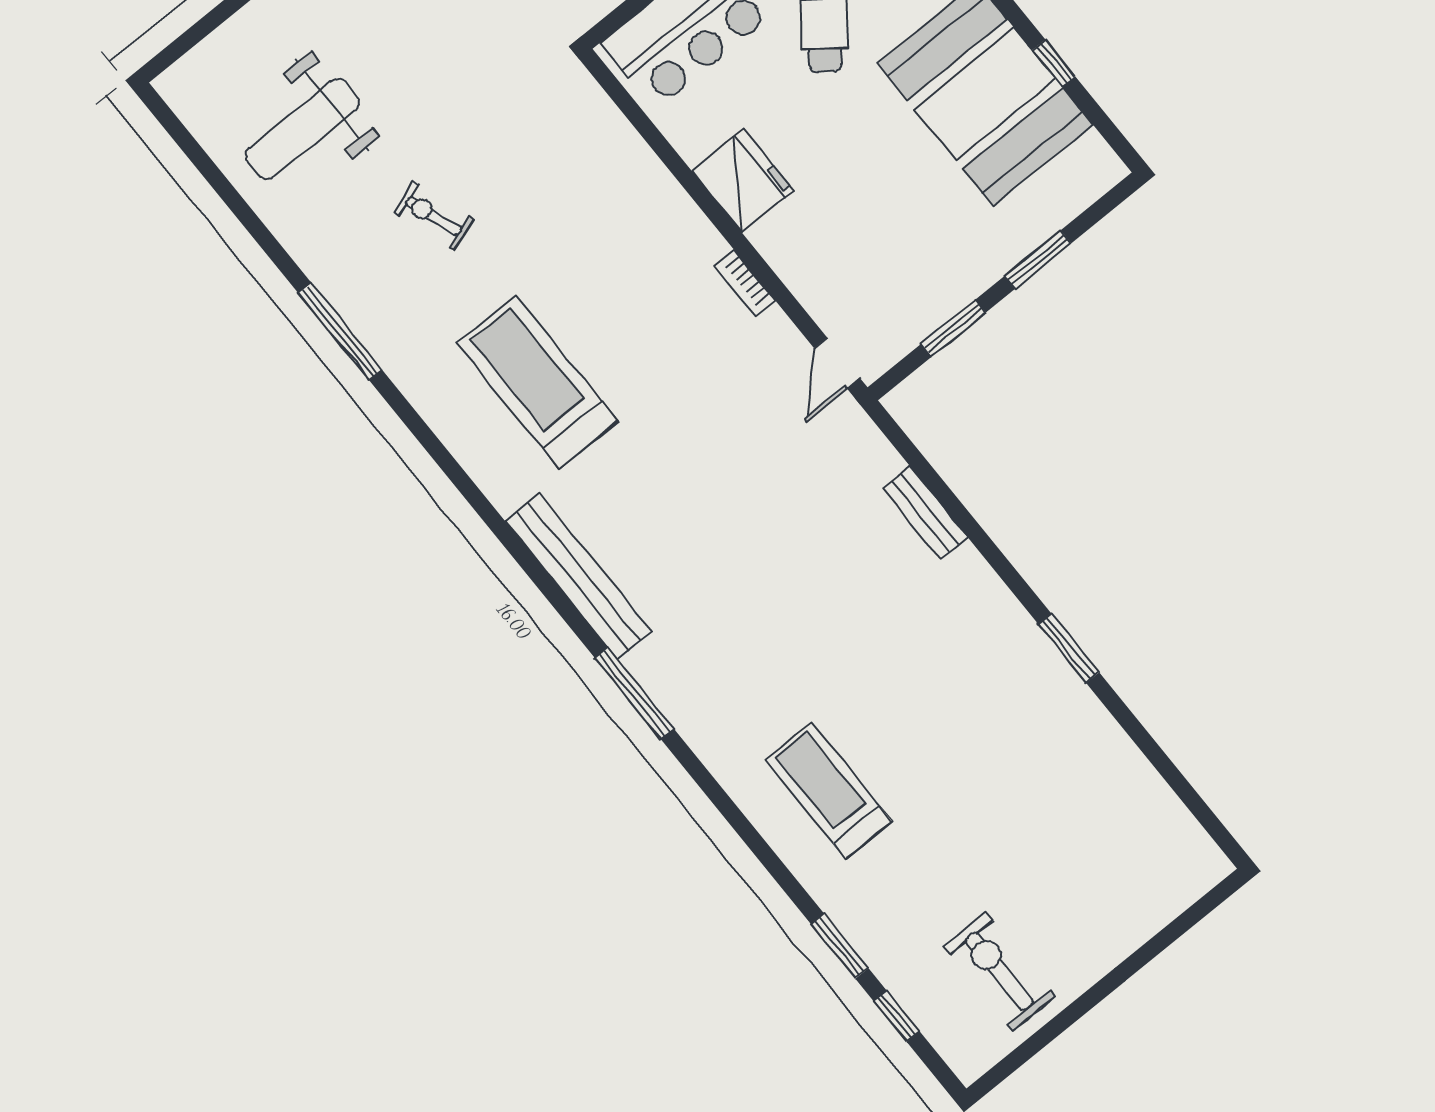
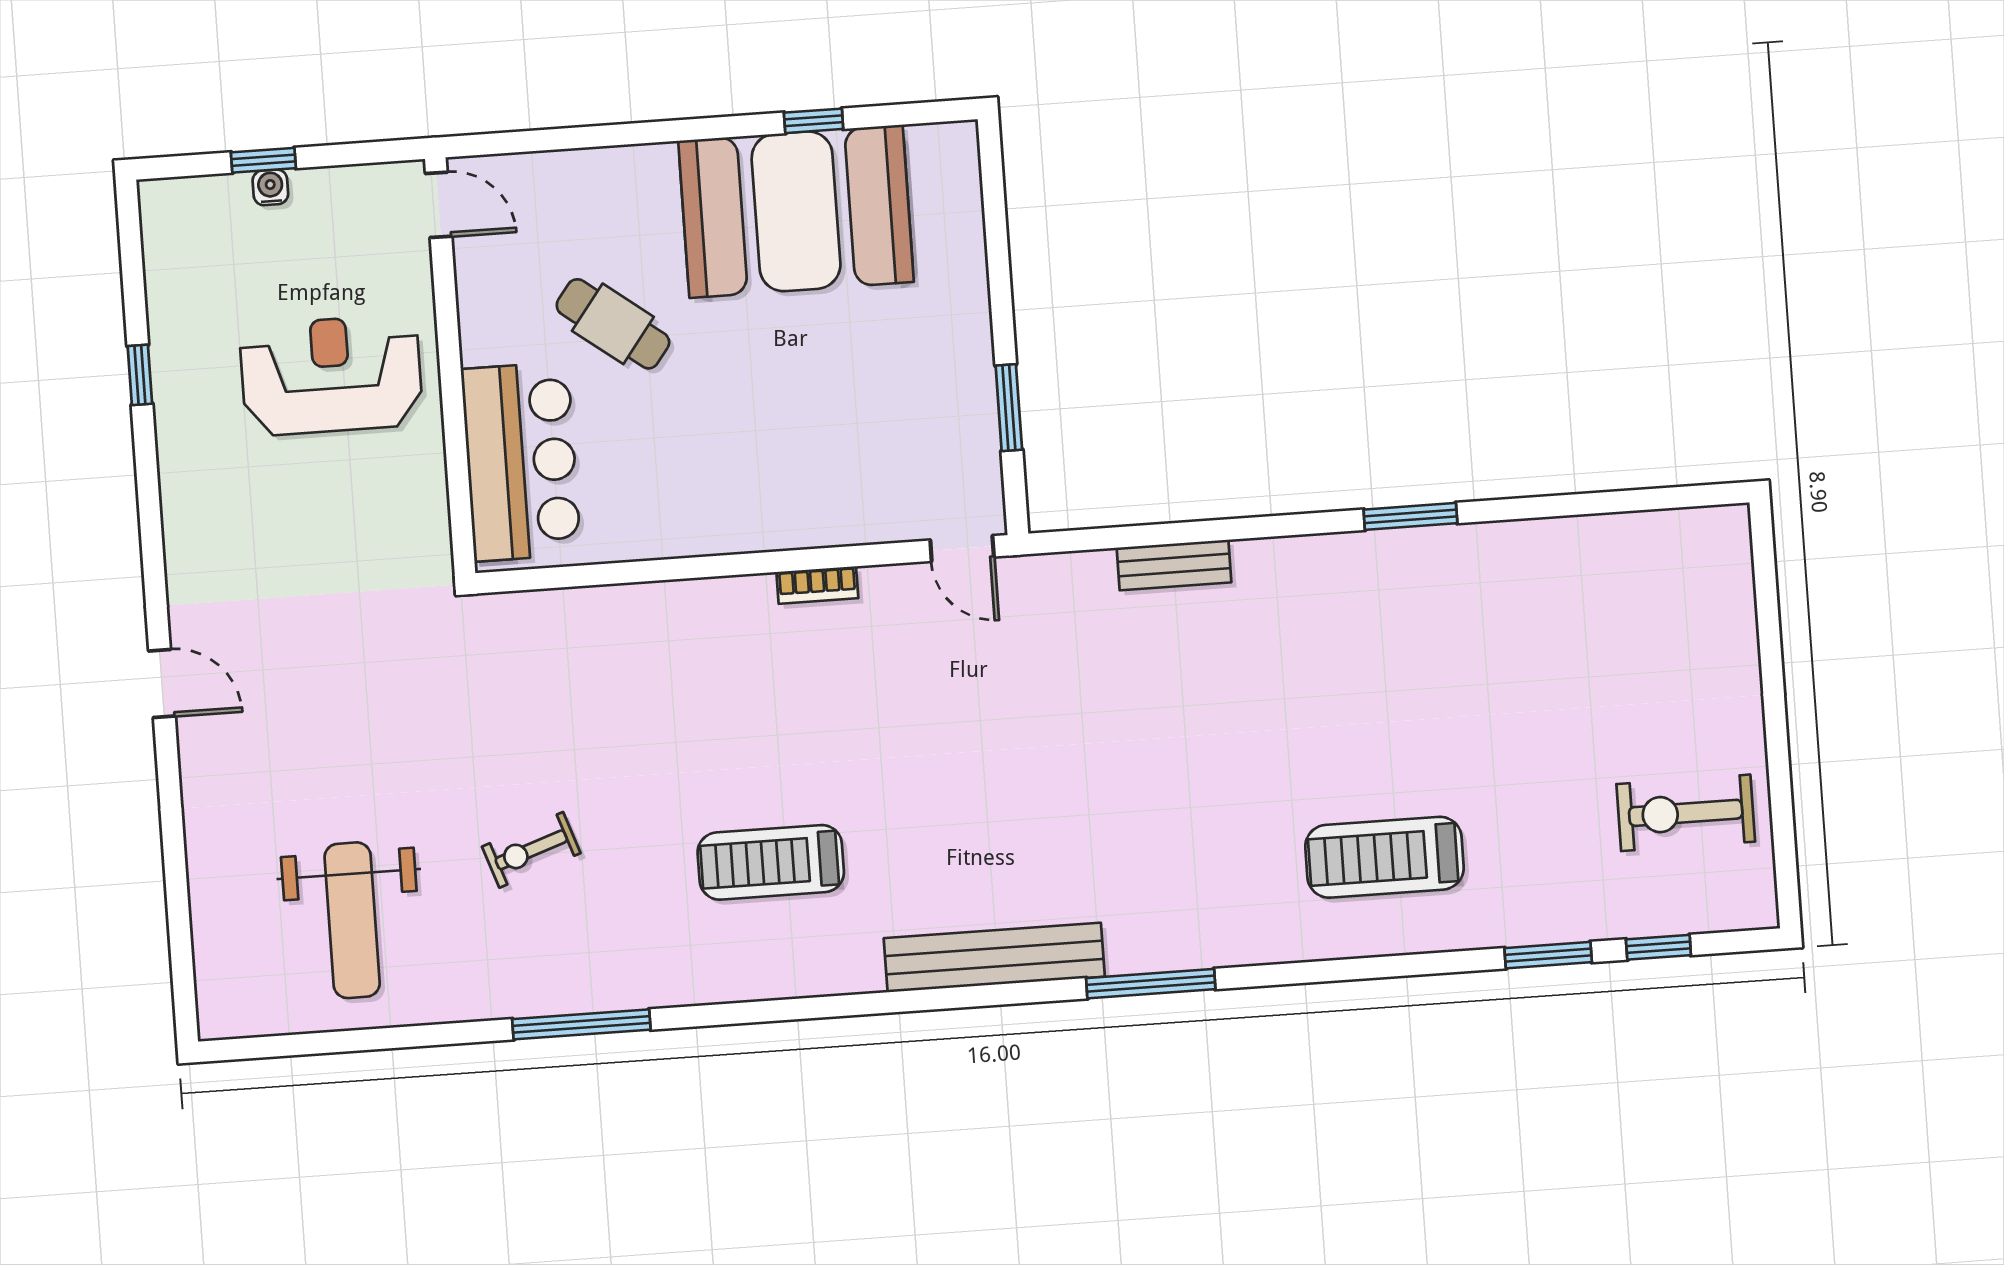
fridge: (743, 181) -> (713, 515), removed
window: (1038, 260) -> (999, 275), removed
treadmill: (537, 382) -> (771, 862), width x0.73, depth x0.73

